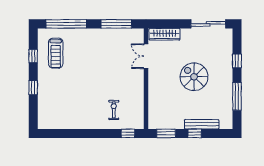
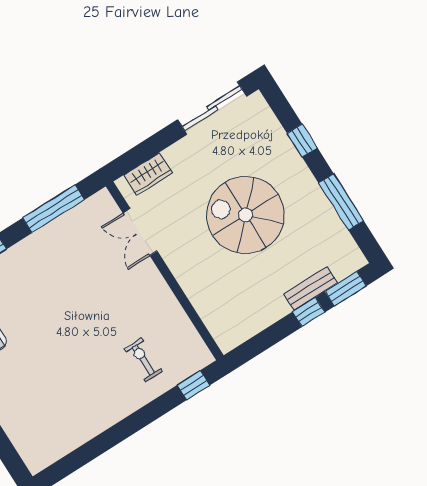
wardrobe: (164, 34) -> (148, 174), width x0.67
spiral stairs: (194, 77) -> (245, 215), width x1.37, depth x1.37
bench: (202, 124) -> (311, 289), width x0.73
window: (166, 133) -> (346, 289), moved

